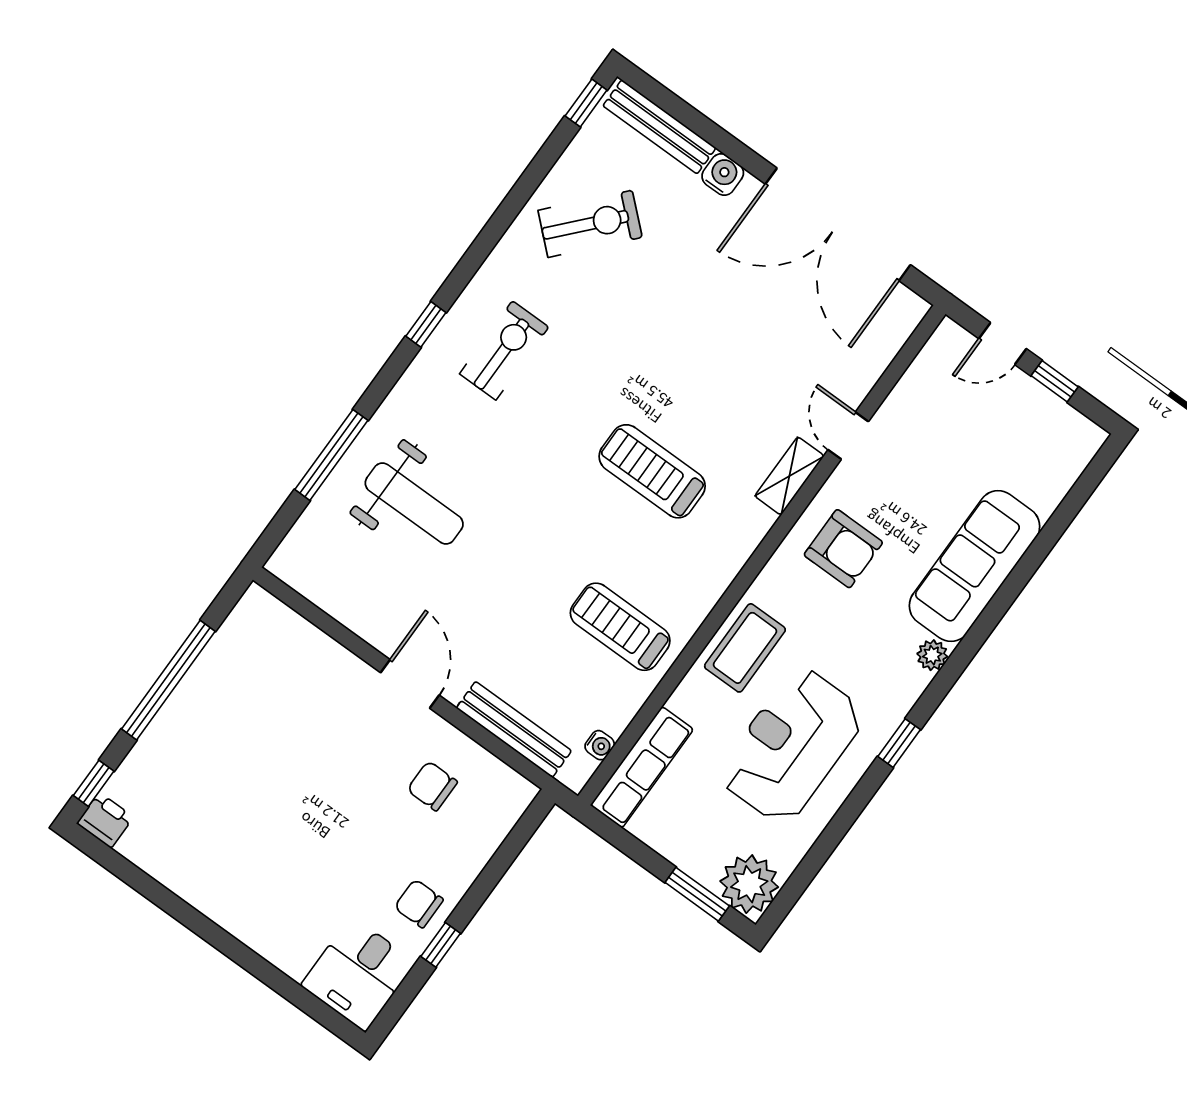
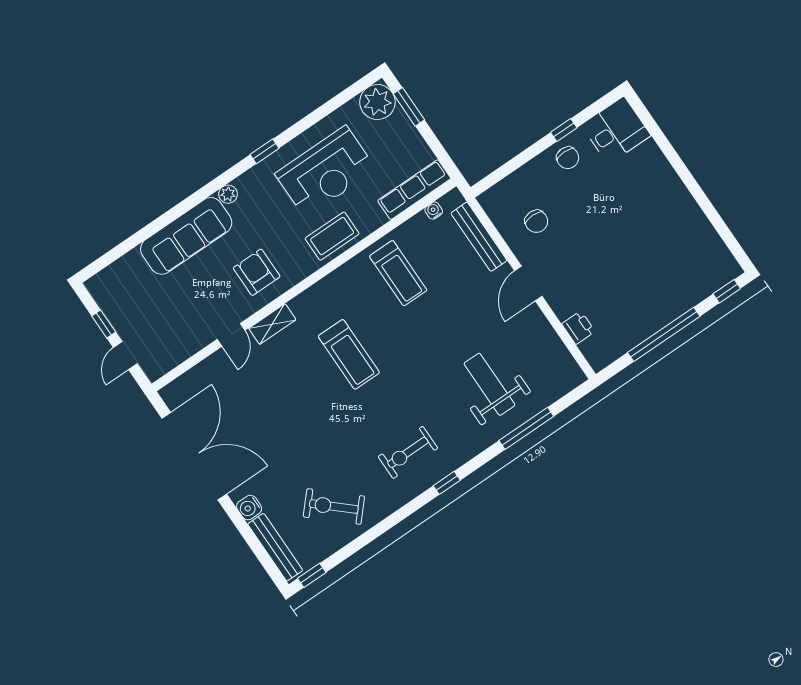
door: (1003, 344) -> (125, 356), swing flipped
printer: (105, 820) -> (578, 328), moved, turned 180

